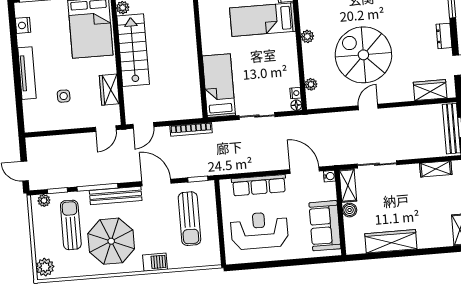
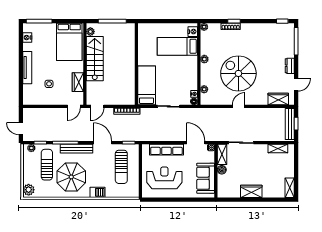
wardrobe: (391, 241) -> (251, 191), width x0.67

